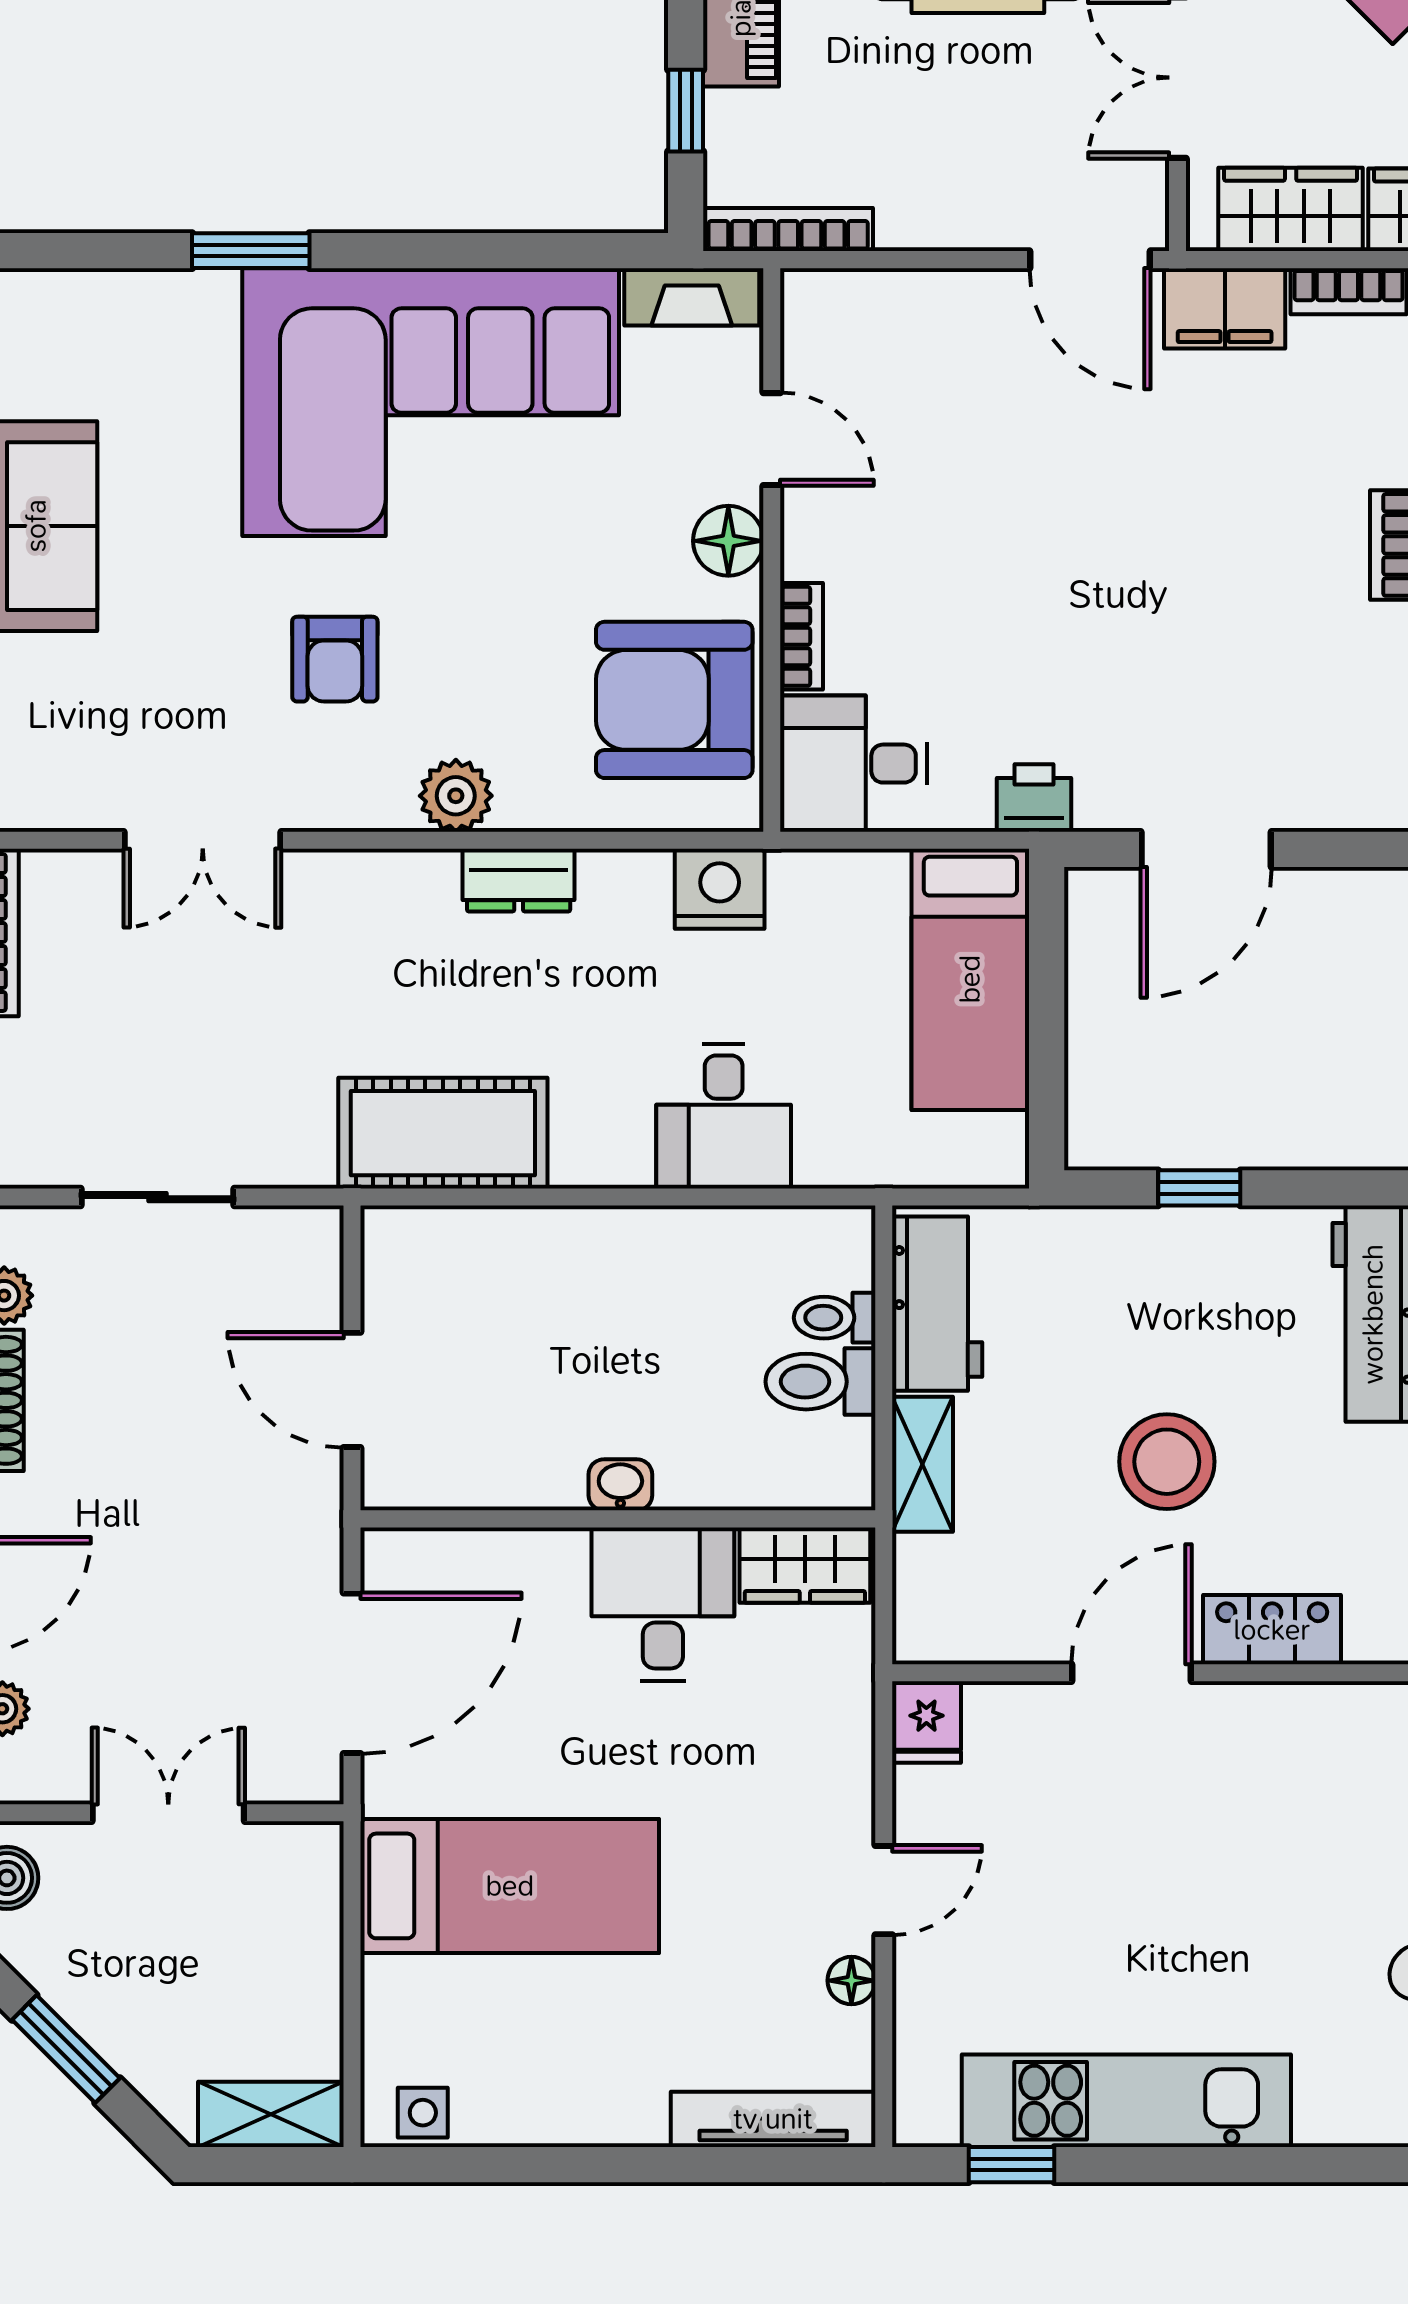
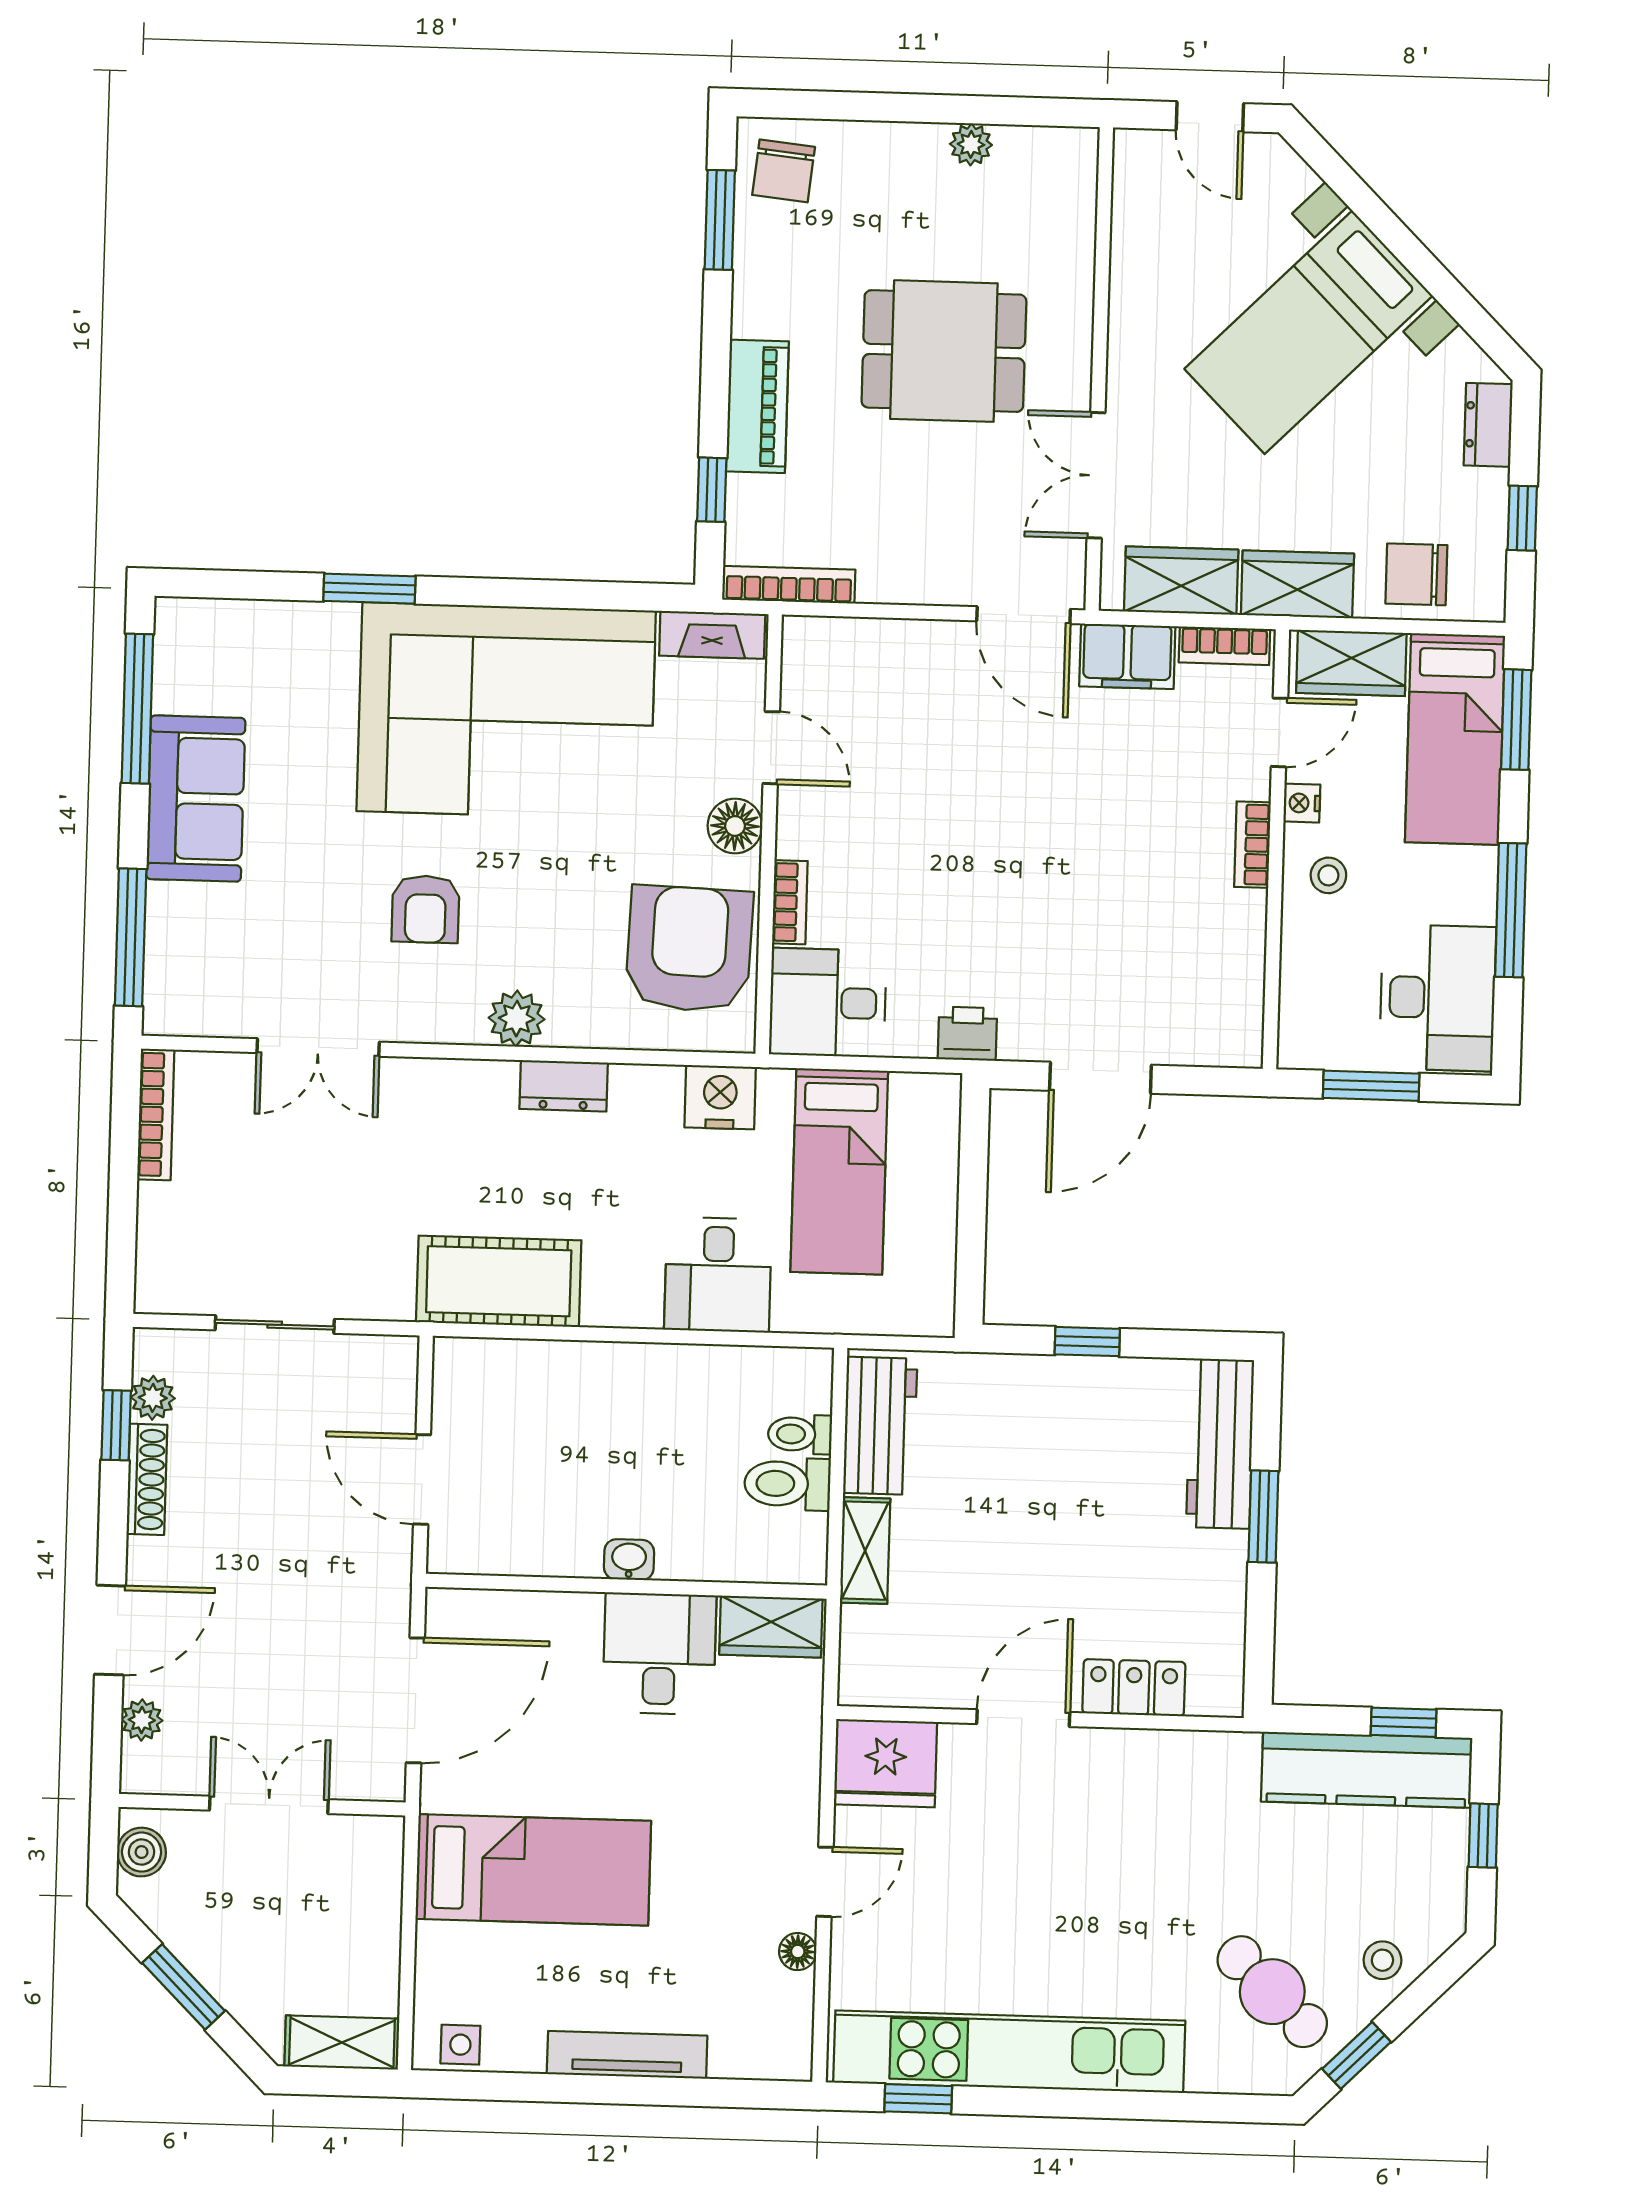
armchair: (674, 700) -> (689, 949), turned 92
bed: (970, 979) -> (839, 1171), moved
stool: (1167, 1462) -> (1056, 1554), removed
fridge: (926, 1722) -> (886, 1763), width x1.88, depth x1.34
kitchen unit: (1126, 2101) -> (1009, 2052), width x1.36
tv unit: (773, 2119) -> (627, 2055), moved

